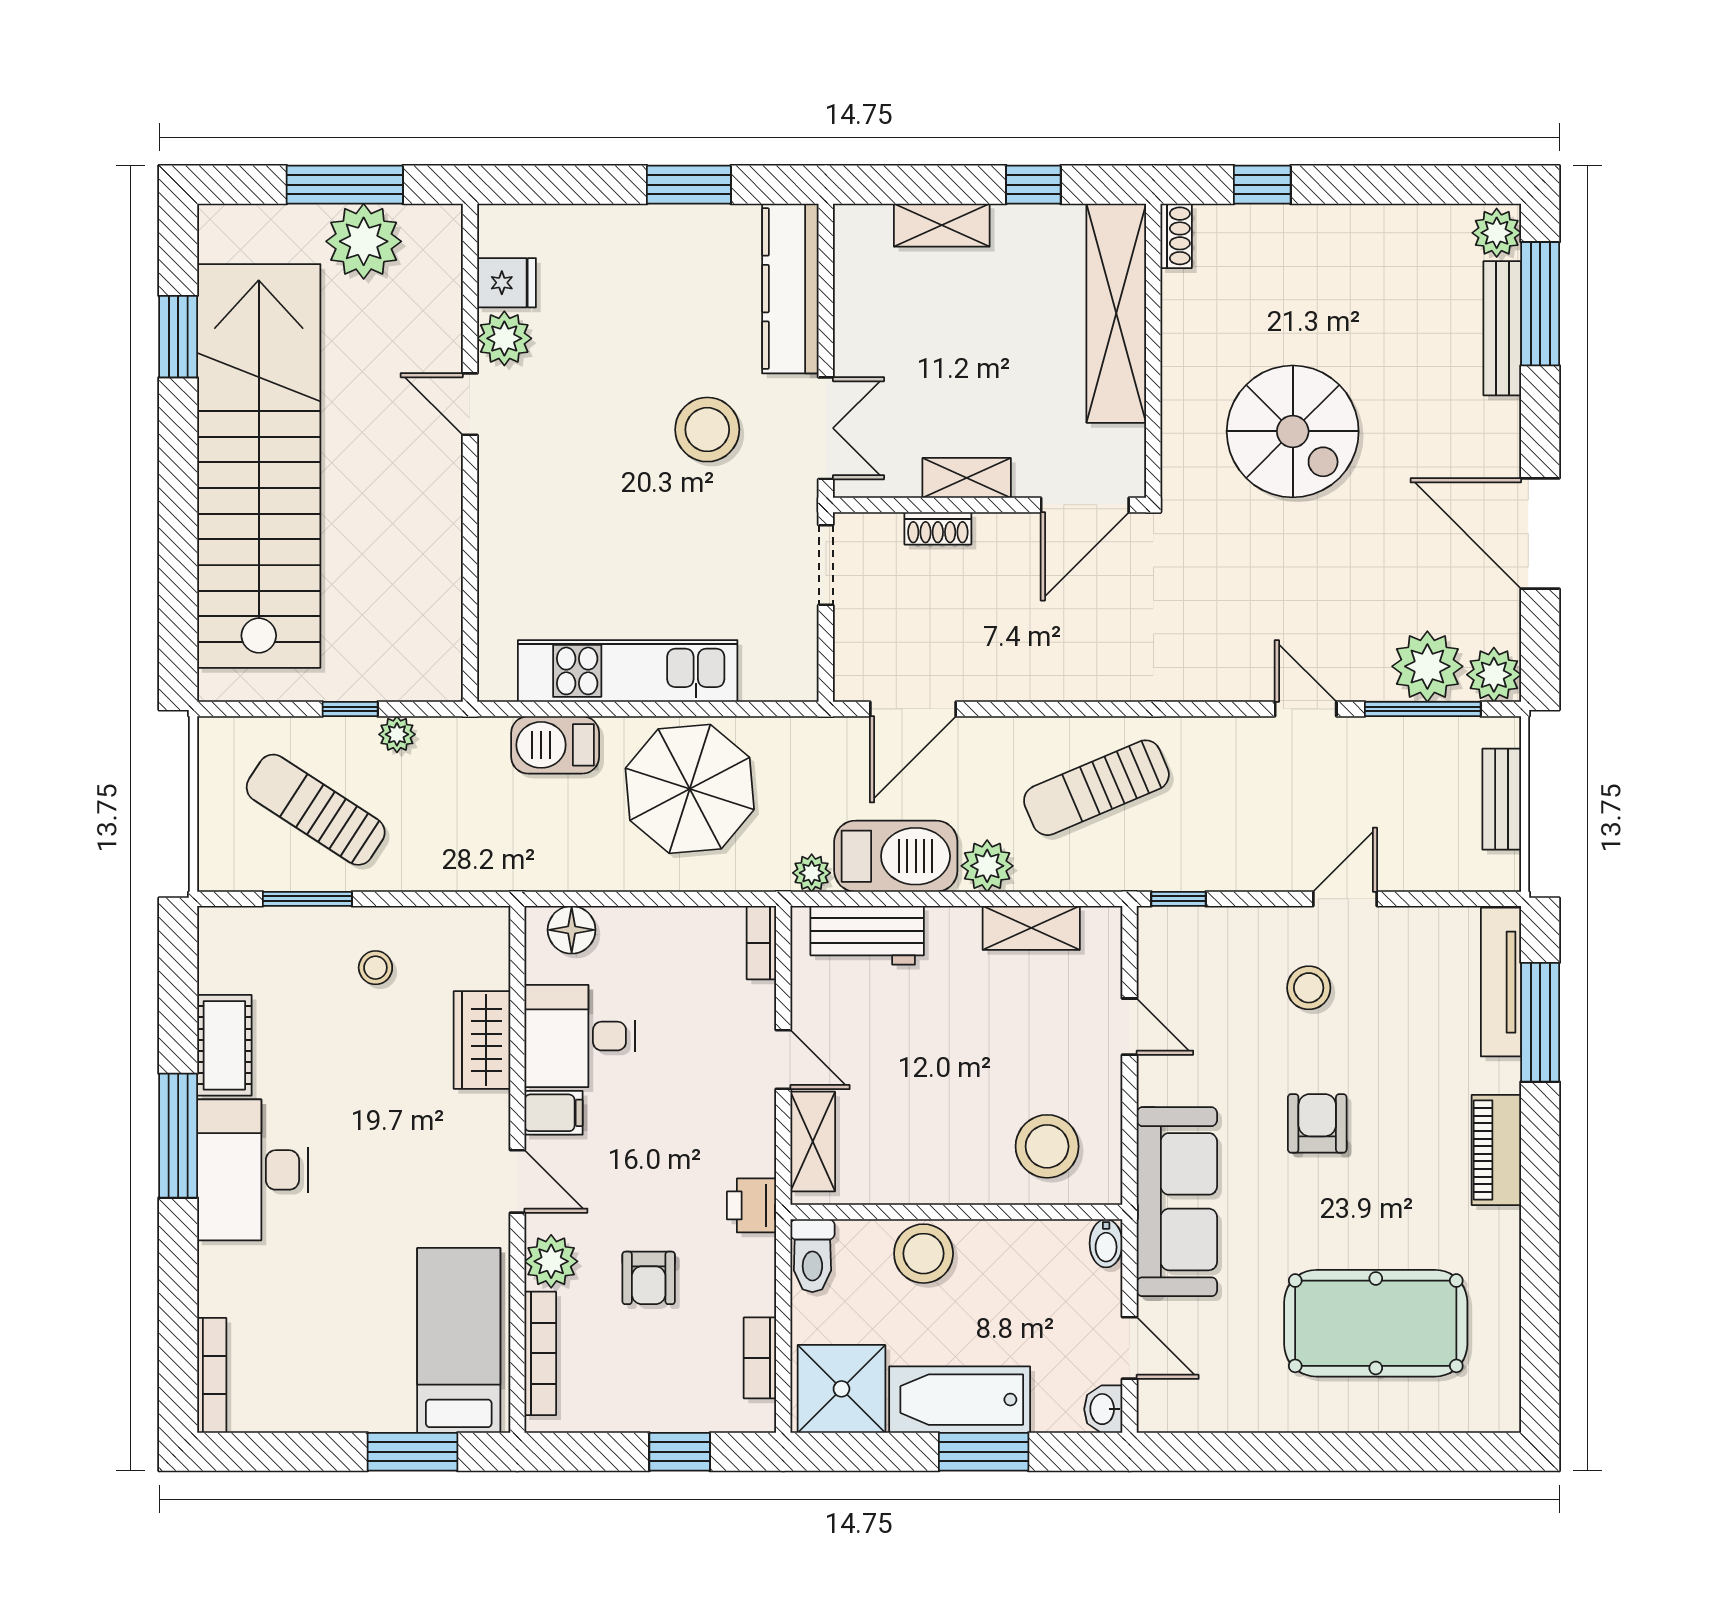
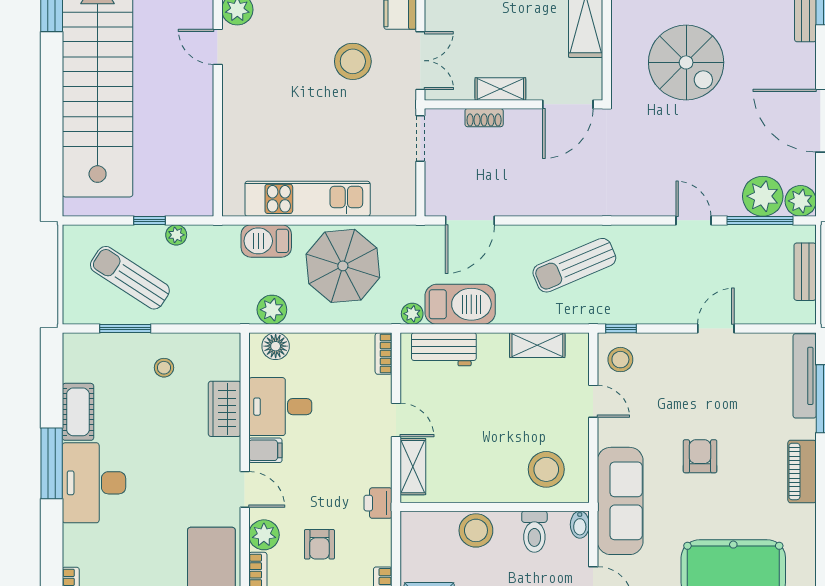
plant: (987, 866) -> (272, 310), moved
stool: (1309, 988) -> (620, 360), moved
toilet: (812, 1256) -> (534, 532), moved

